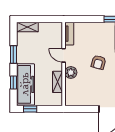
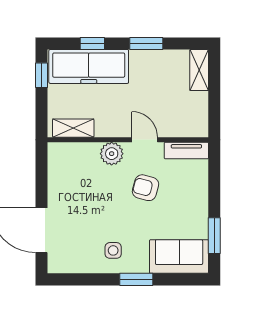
door: (64, 55) -> (145, 140), hinge flipped
armchair: (98, 62) -> (146, 188), moved
shelving: (58, 82) -> (73, 128), moved

